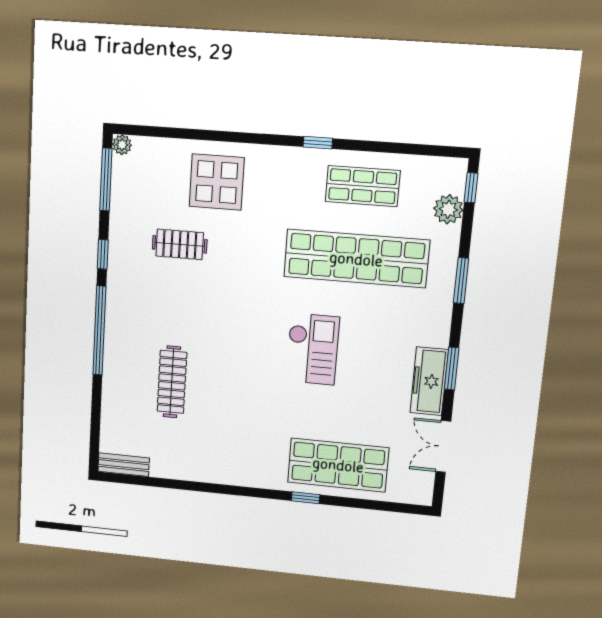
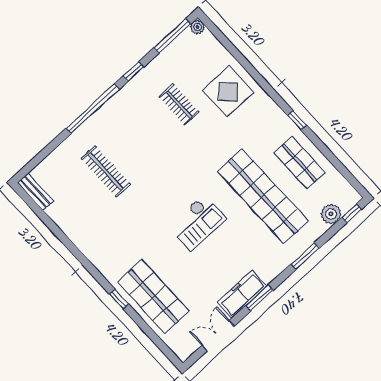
clothes rail: (172, 382) -> (106, 172), turned 90

